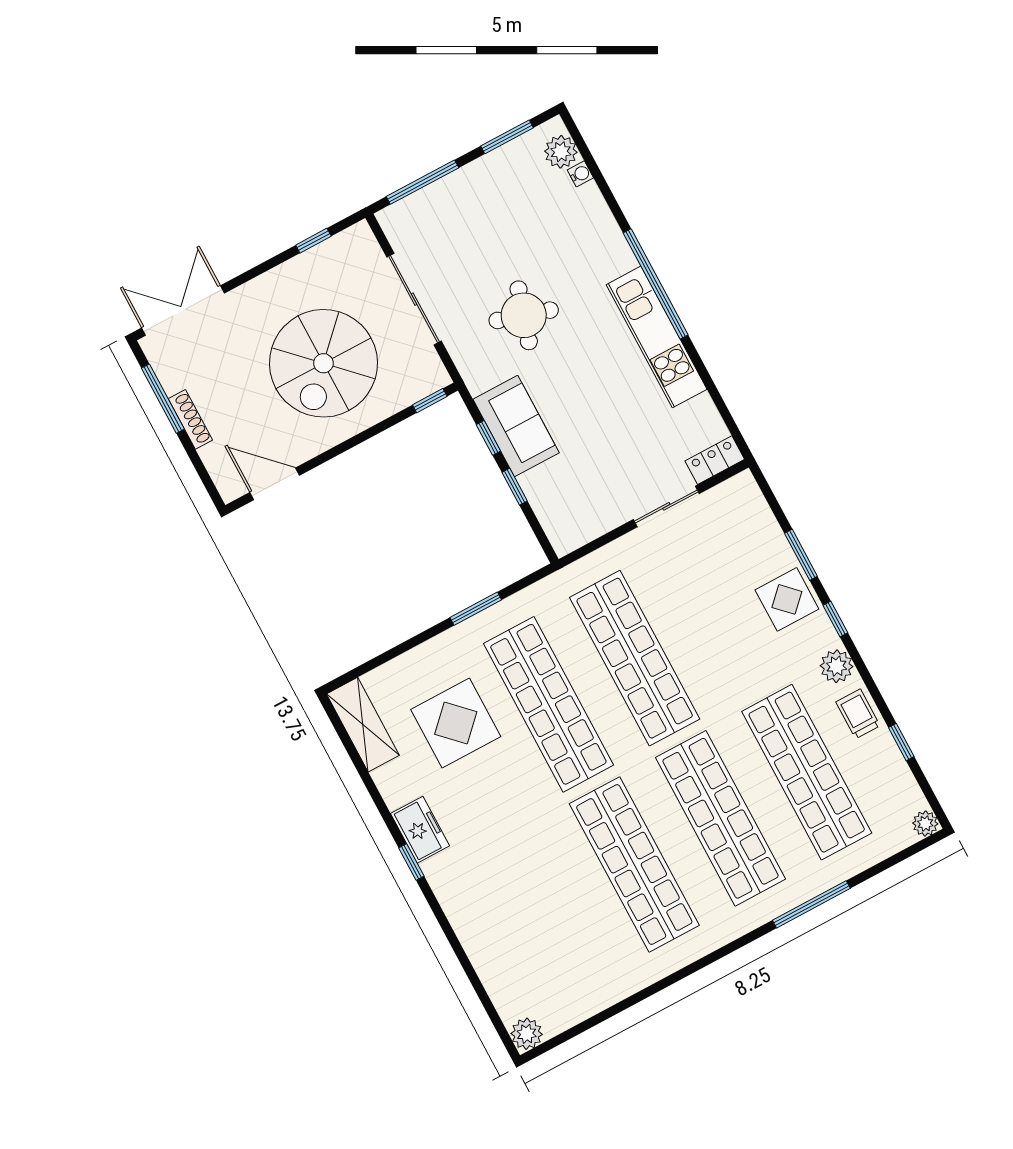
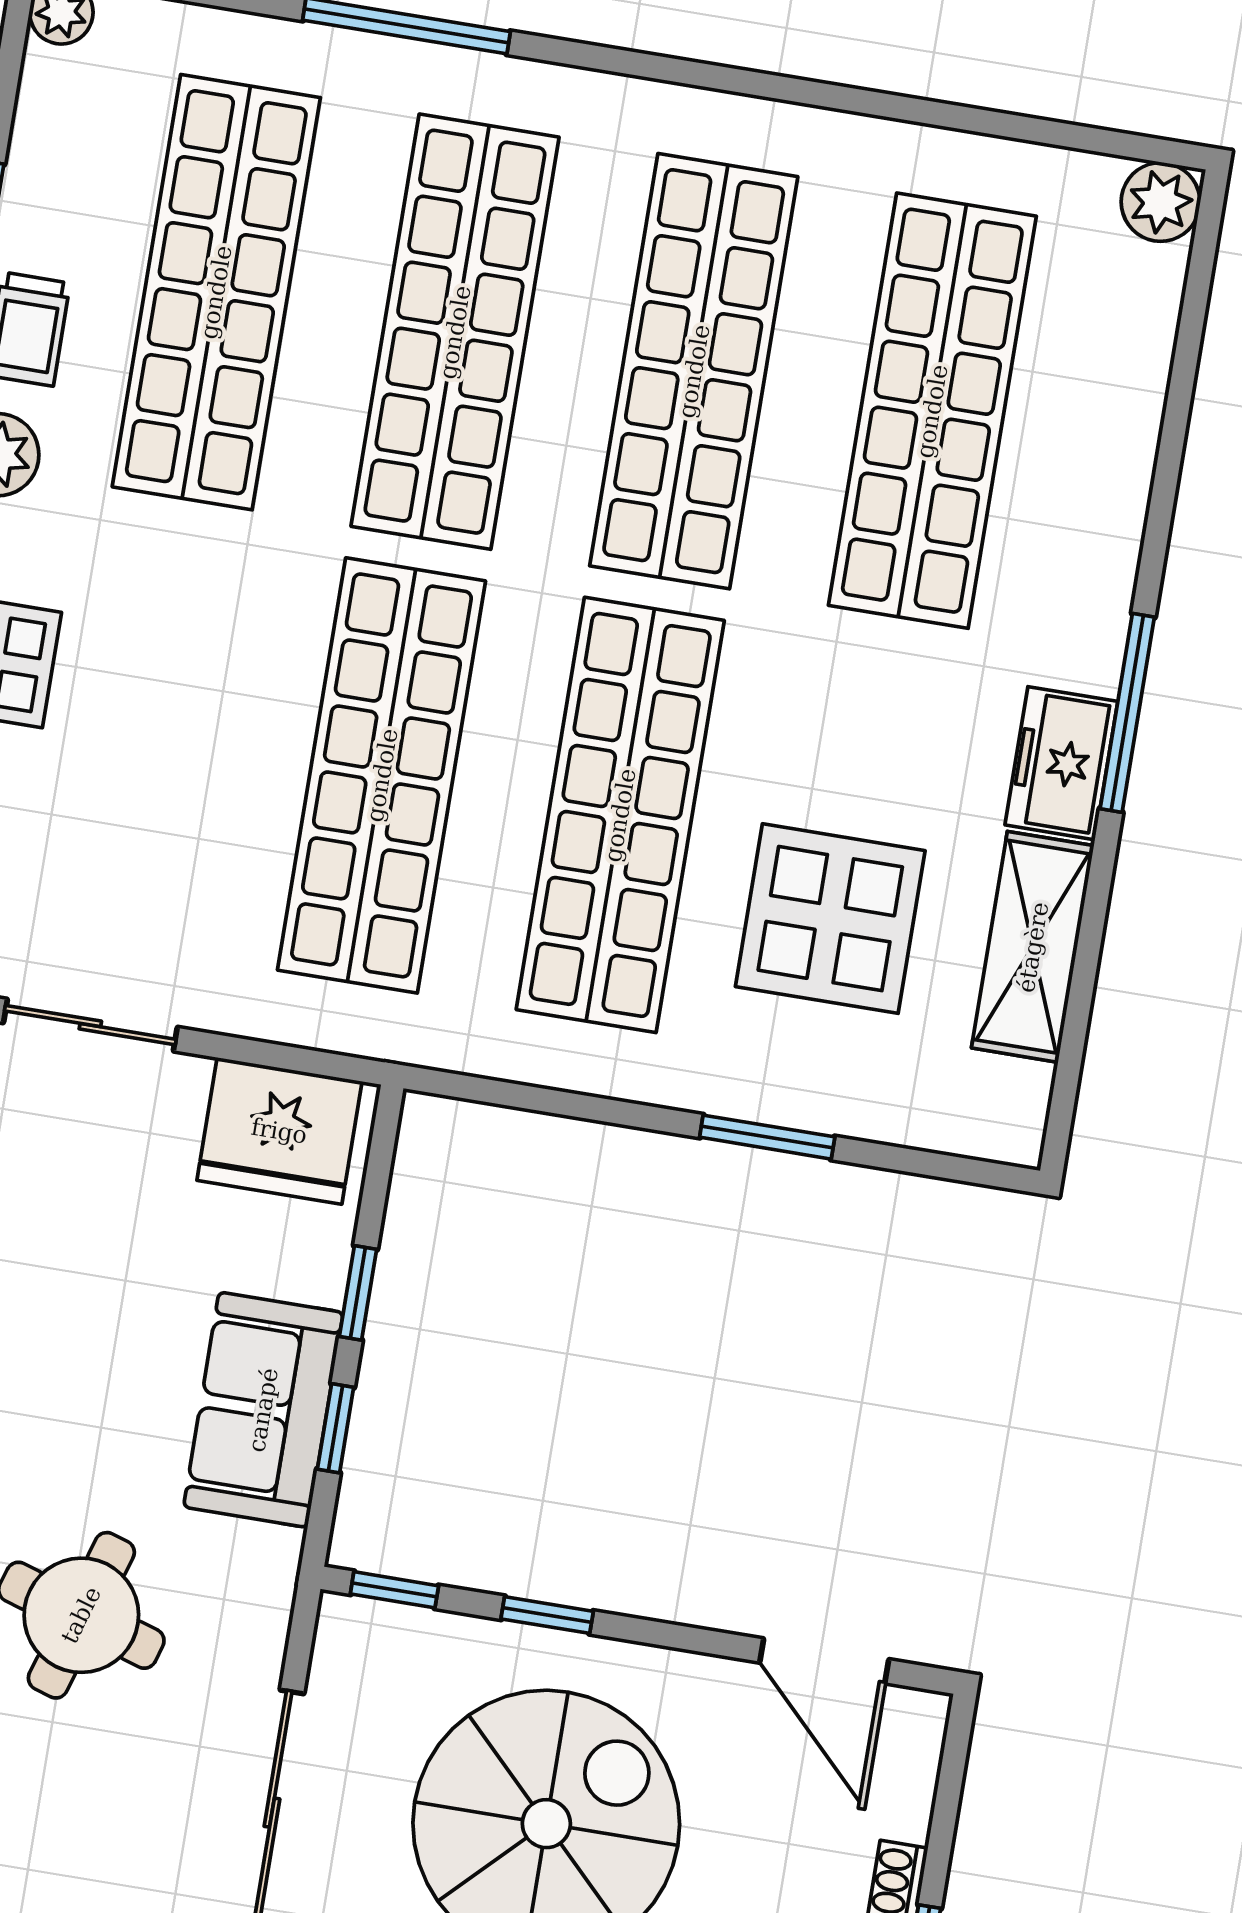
window: (375, 430) -> (547, 1615), added
fridge: (580, 519) -> (279, 1131), added
window: (476, 609) -> (767, 1137), moved
shelving: (363, 725) -> (1033, 947), moved
window: (411, 862) -> (1127, 713), width x2.17
shop shelf: (548, 911) -> (932, 411), added

